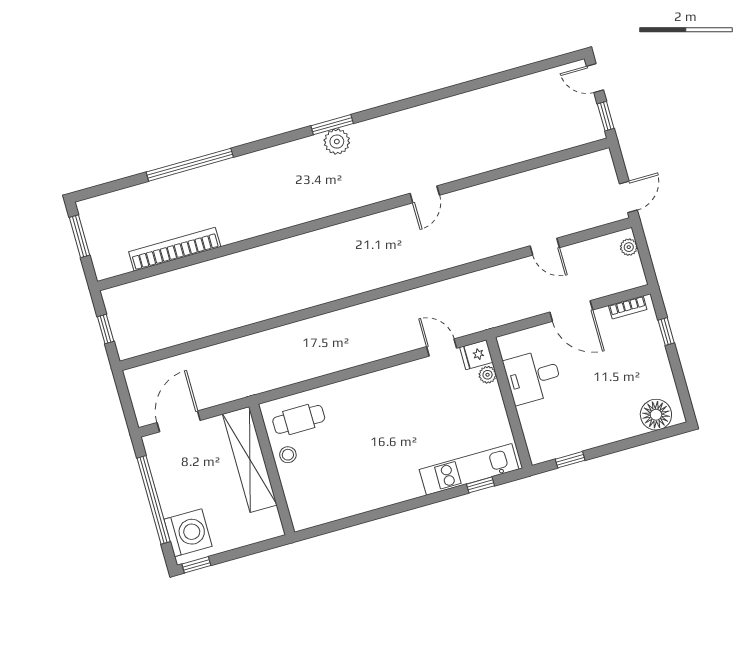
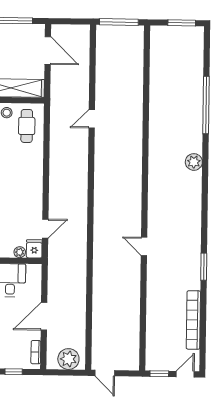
window: (332, 125) -> (204, 267), moved
plant: (337, 142) -> (194, 162), moved
door: (545, 247) -> (92, 119), moved
plant: (629, 247) -> (68, 359), width x1.88, depth x1.88
bookcase: (175, 249) -> (193, 320), moved, turned 180
window: (106, 329) -> (119, 22), width x2.17

